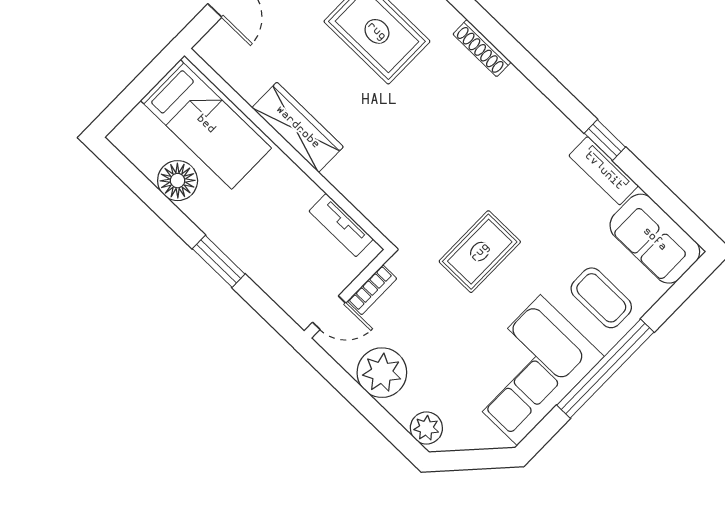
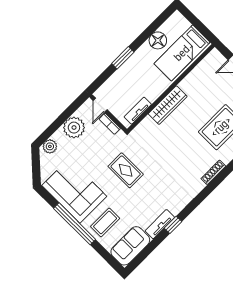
wardrobe: (298, 127) -> (168, 105), moved

